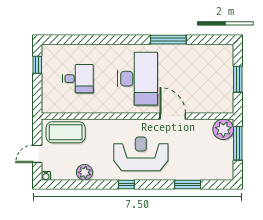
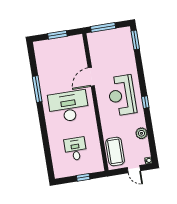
window: (37, 65) -> (83, 177), moved
plant: (223, 129) -> (95, 39), removed
window: (188, 184) -> (135, 40), moved

